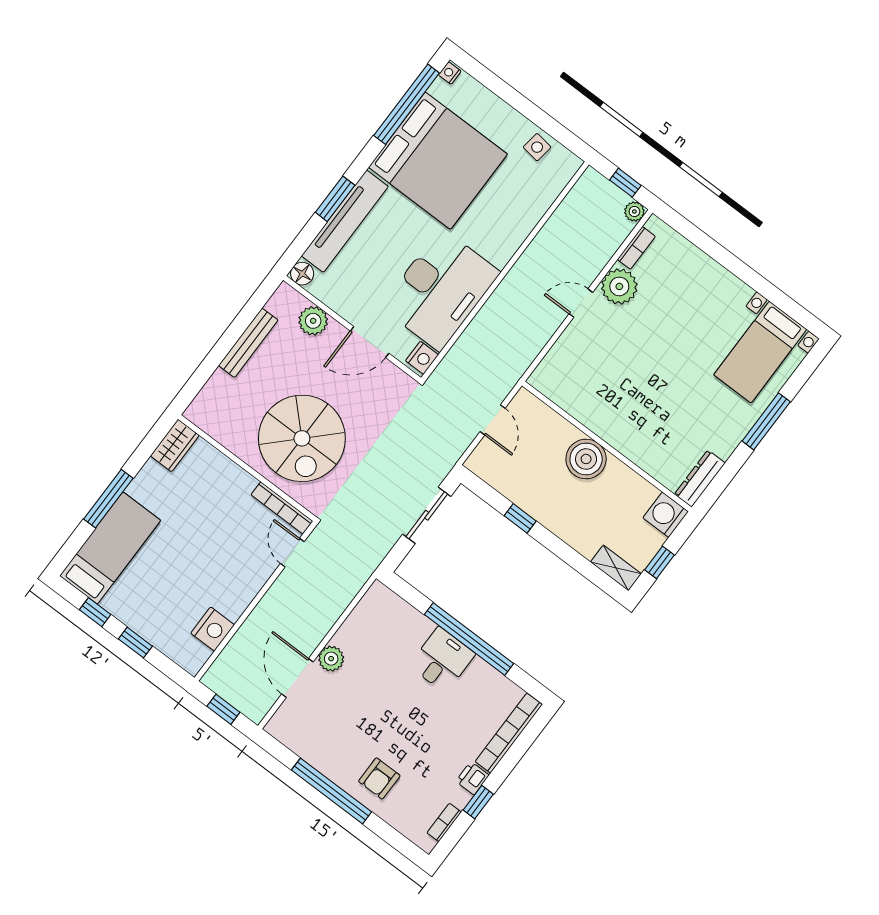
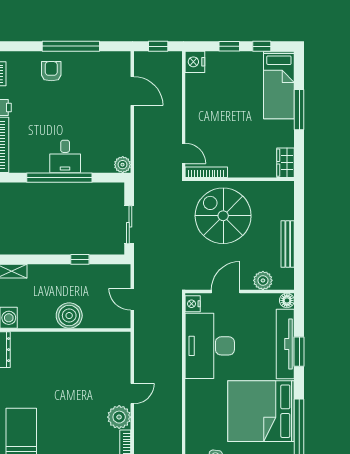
nightstand: (213, 629) -> (195, 62), moved
plant: (331, 659) -> (123, 165), moved

